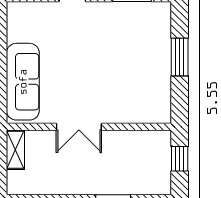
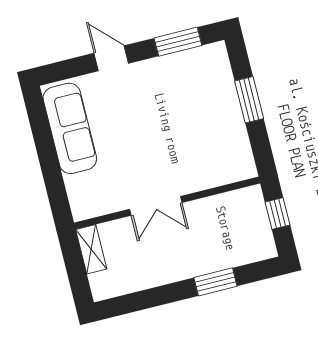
sofa: (23, 82) -> (70, 128), moved

